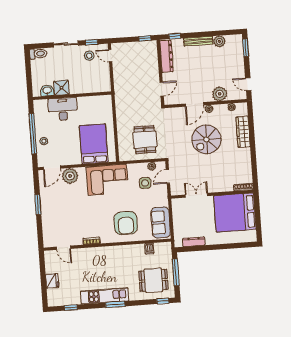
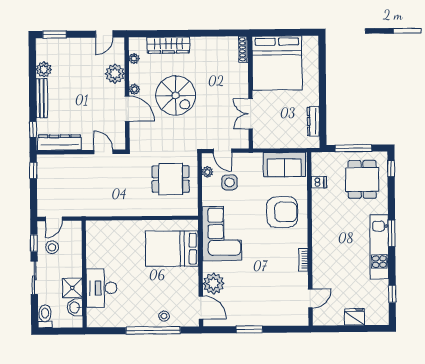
shower: (61, 88) -> (72, 288), moved
washbasin: (47, 91) -> (75, 307), moved
wall: (72, 96) -> (84, 274), moved
desk: (63, 109) -> (102, 288), moved

